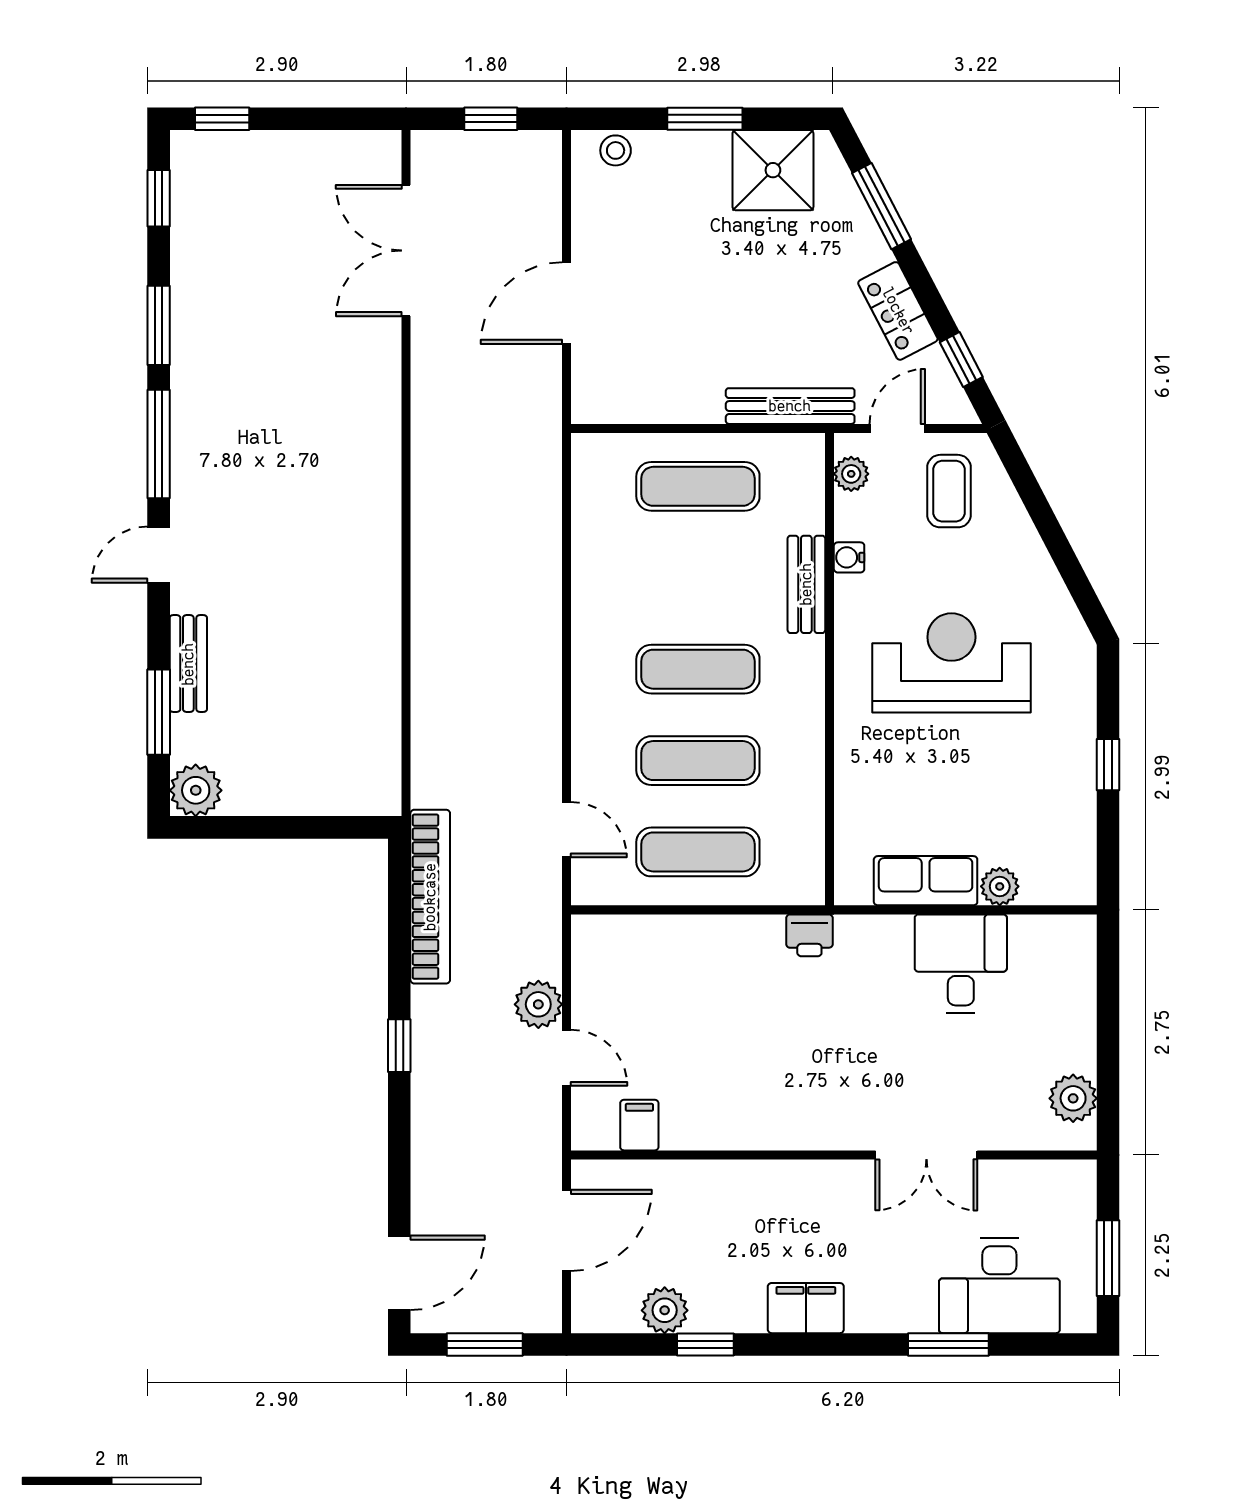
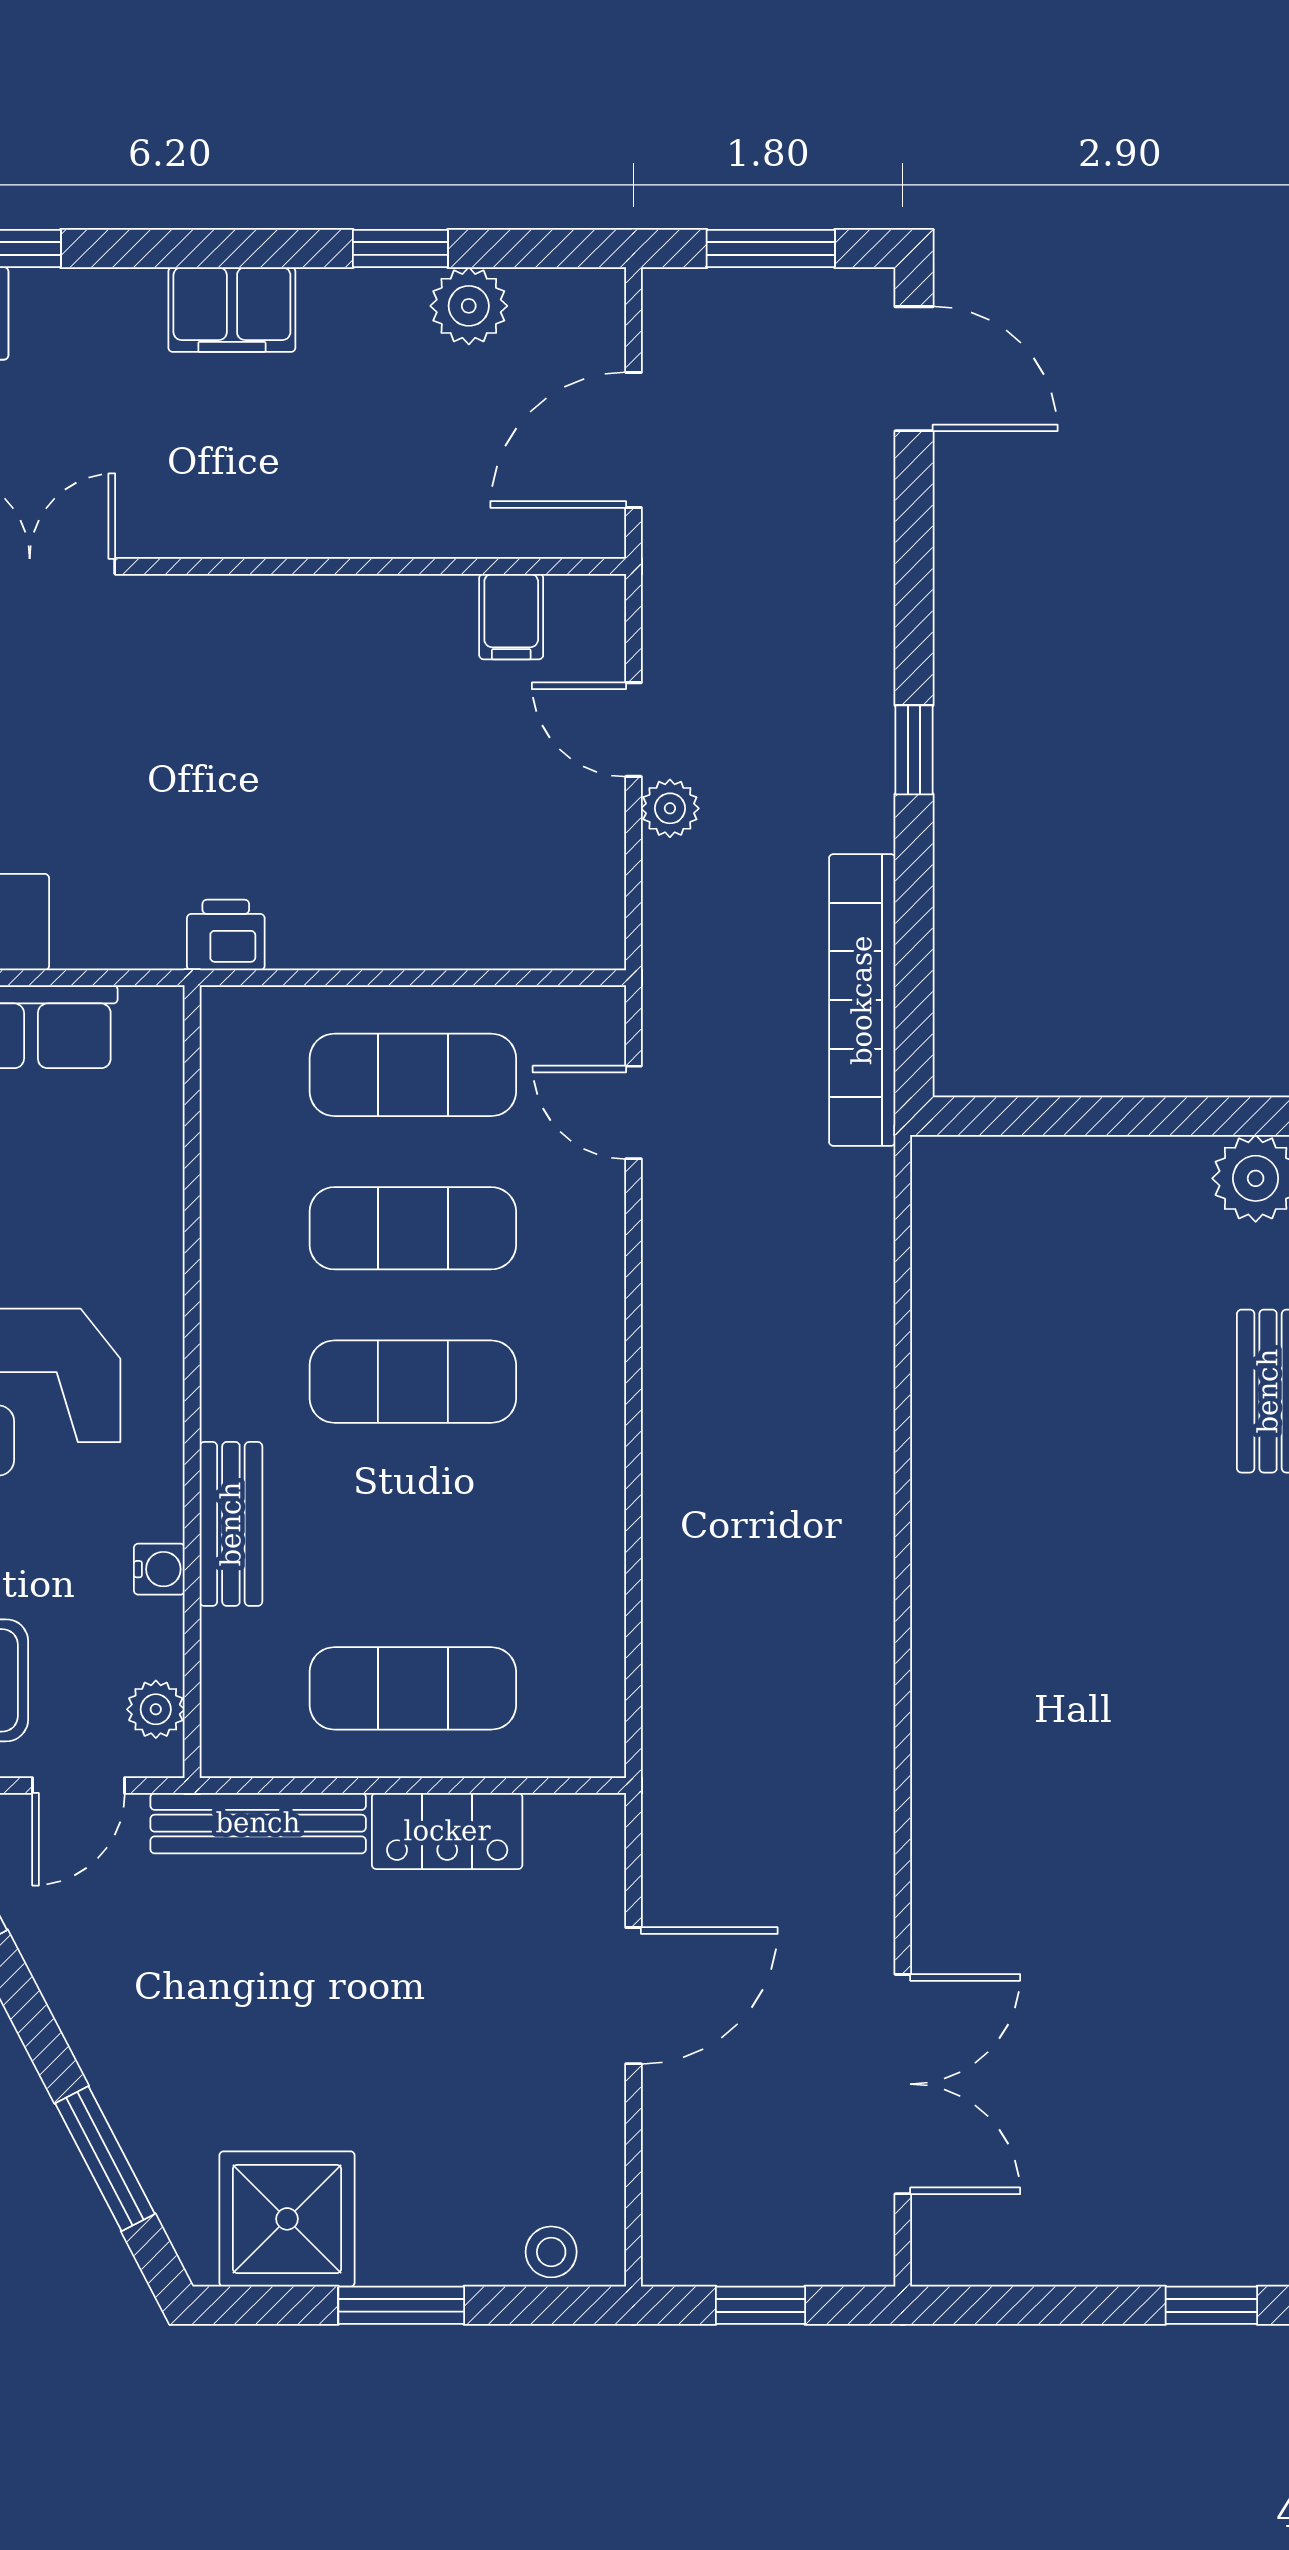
locker: (898, 311) -> (447, 1831), moved, turned 117
plant: (538, 1004) -> (670, 808), width x0.73, depth x0.73
door: (399, 1273) -> (914, 369), swing flipped

